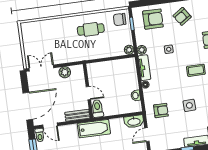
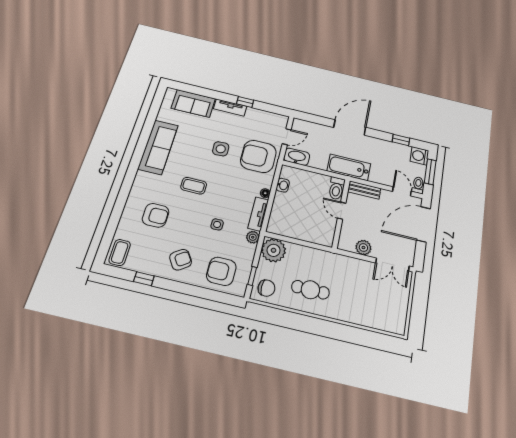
plant: (129, 50) -> (274, 250), width x1.87, depth x1.87
armchair: (161, 111) -> (258, 156), width x1.88, depth x1.88

